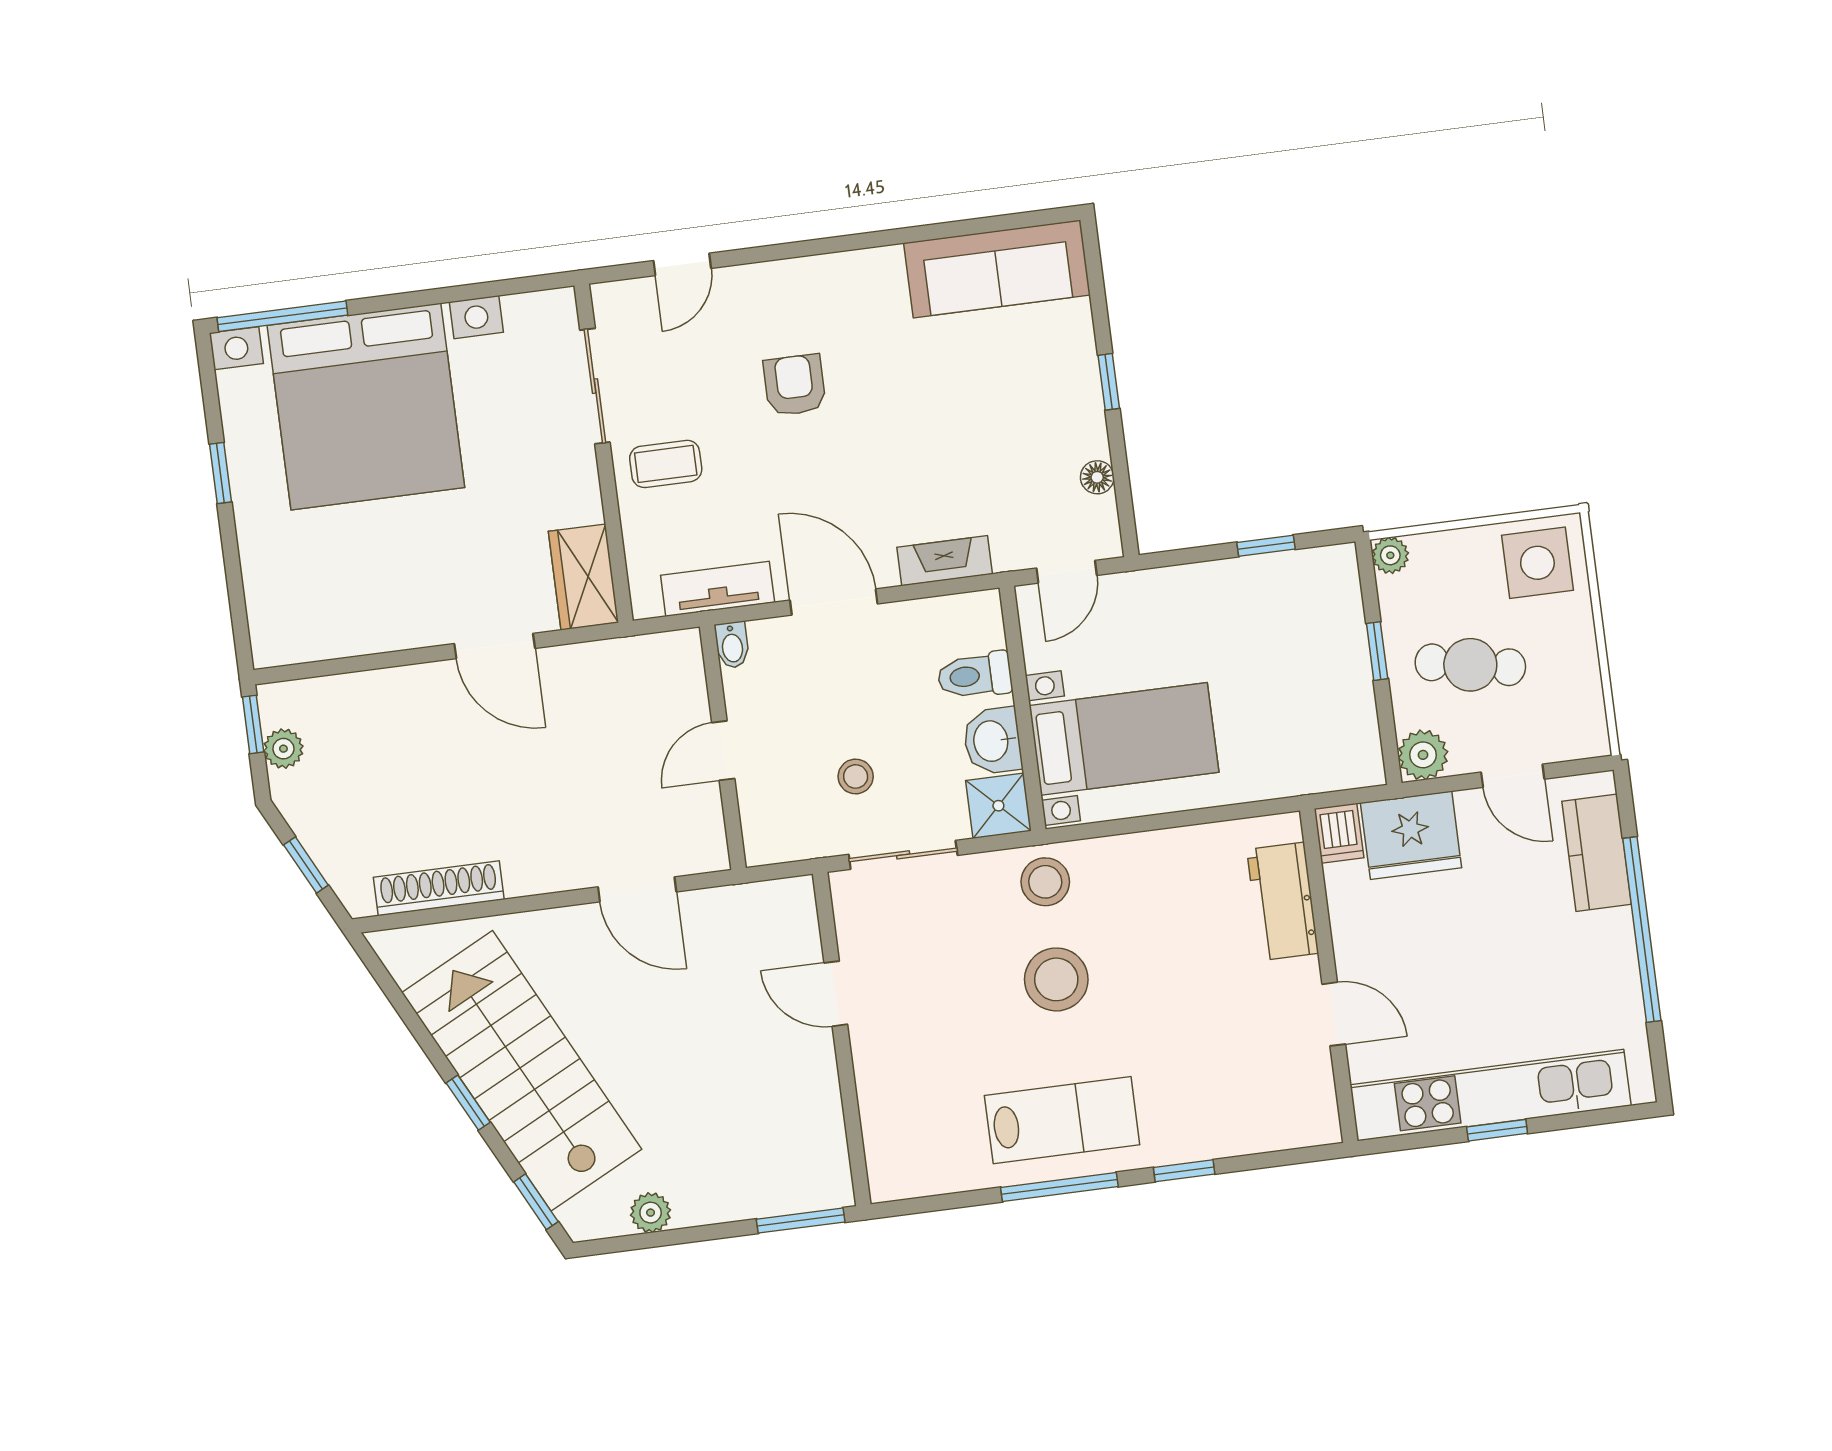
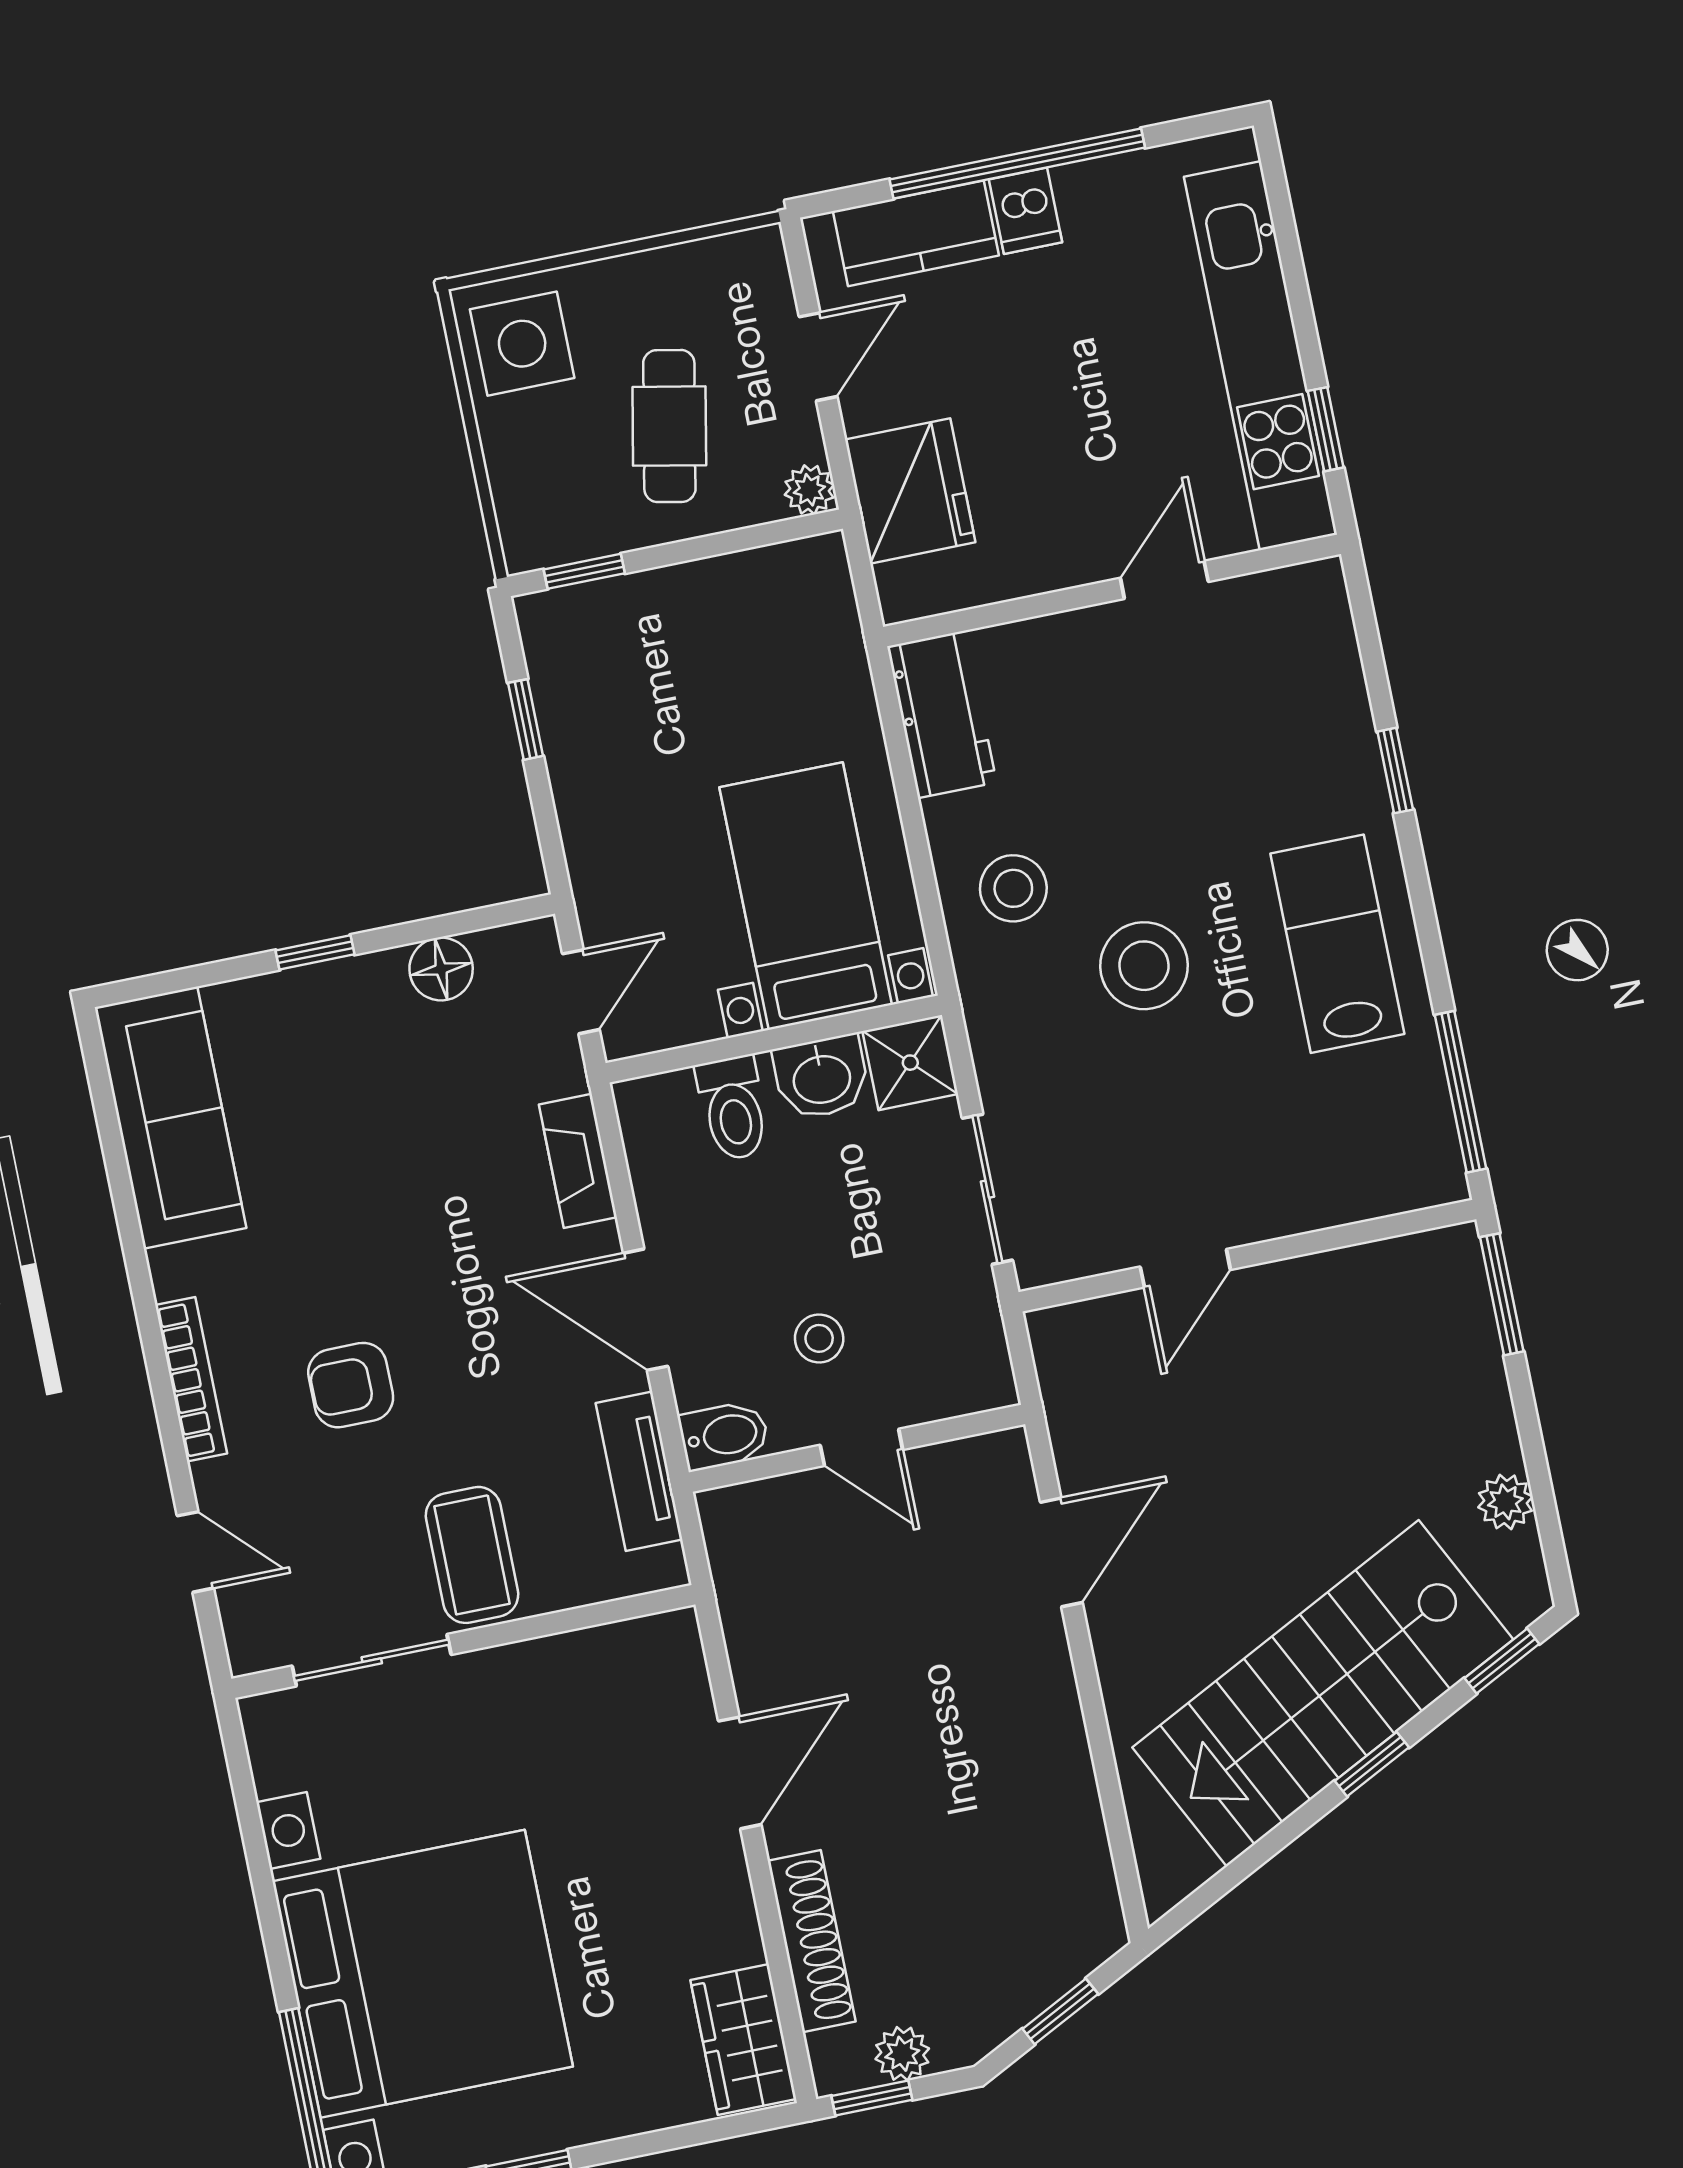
bookcase: (807, 270) -> (191, 1379), added
coffee table: (666, 464) -> (472, 1555), width x1.36, depth x1.30
floor lamp: (1097, 477) -> (441, 969), width x1.37, depth x1.37
plant: (1390, 555) -> (526, 547), removed
door: (1067, 572) -> (581, 992), hinge flipped
wardrobe: (583, 577) -> (743, 2040), moved, turned 90
door: (834, 602) -> (646, 1310), hinge flipped
bidet: (732, 645) -> (724, 1435), width x1.38, depth x1.36
window: (1377, 651) -> (584, 571), moved
plant: (1423, 755) -> (809, 490), width x0.73, depth x0.73
stool: (856, 776) -> (819, 1338), moved
dishwasher: (1339, 833) -> (1025, 211), moved, turned 90
stool: (1045, 882) -> (1013, 888), moved
shoe rack: (439, 888) -> (812, 1941), moved, turned 180
workbench: (1283, 901) -> (942, 714), moved, turned -90
window: (1497, 1130) -> (1326, 429), moved
window: (1059, 1187) -> (1460, 1092), moved

